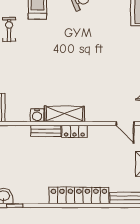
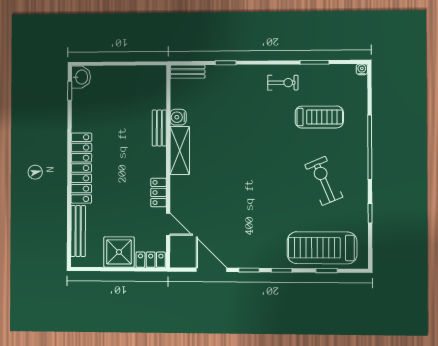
door: (125, 123) -> (168, 224), swing flipped
locker: (74, 131) -> (158, 192), moved

